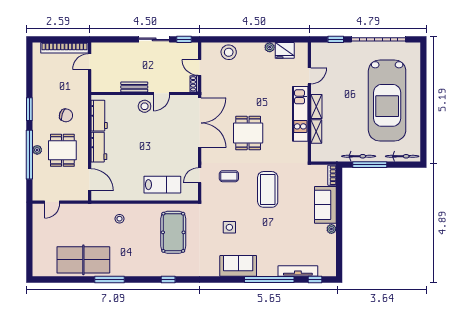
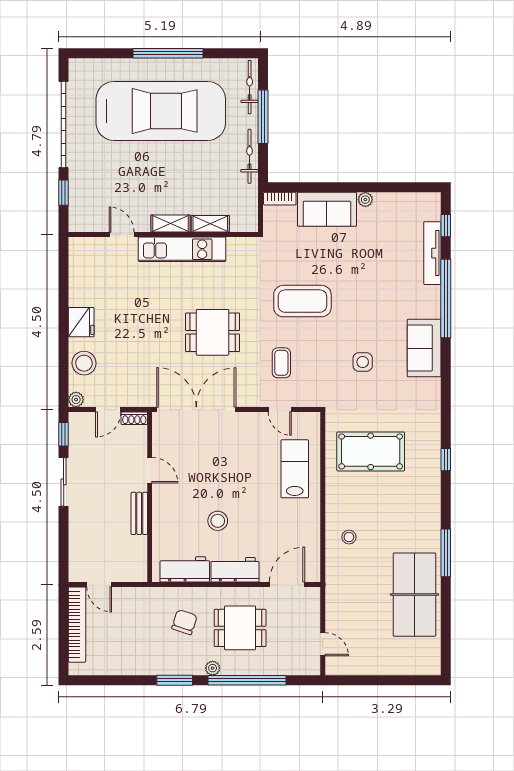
plant: (270, 47) -> (76, 400), moved
fridge: (285, 50) -> (81, 322), moved
window: (423, 105) -> (168, 53), added
stool: (145, 106) -> (218, 521), moved
plant: (37, 150) -> (213, 668), moved
window: (370, 165) -> (263, 117), moved

